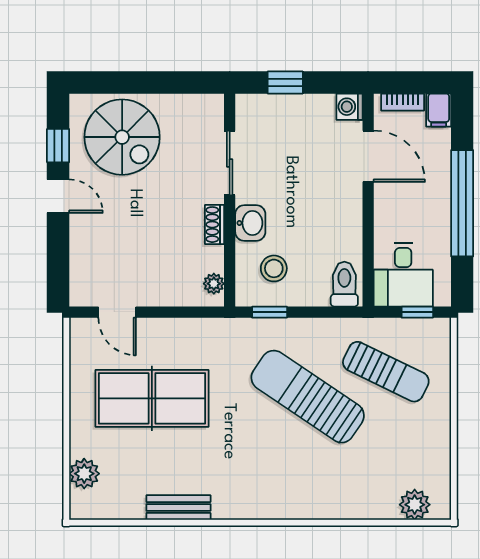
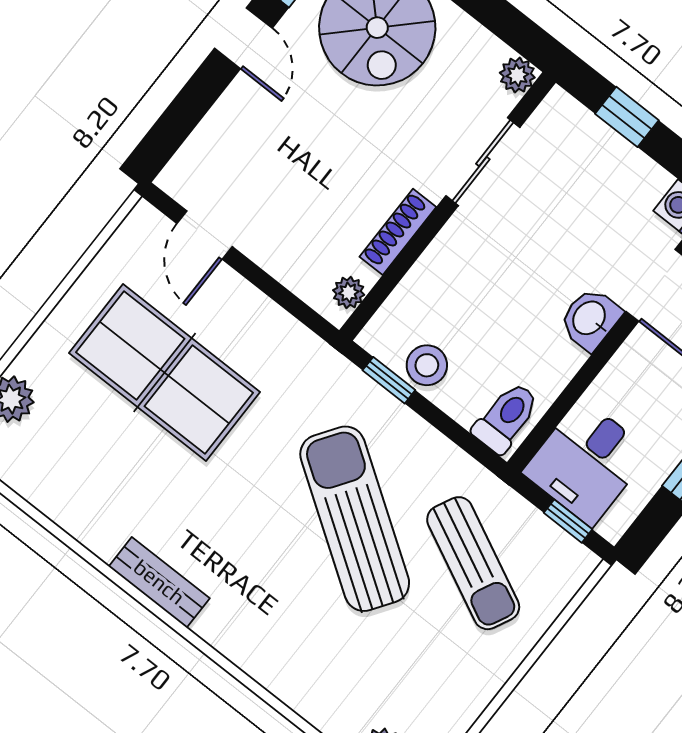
plant: (213, 105) -> (517, 75), added
washbasin: (250, 223) -> (590, 319), moved, turned 180
shoe rack: (215, 225) -> (398, 232), width x1.43
stool: (274, 268) -> (427, 365), moved
bench: (178, 507) -> (159, 582), moved

